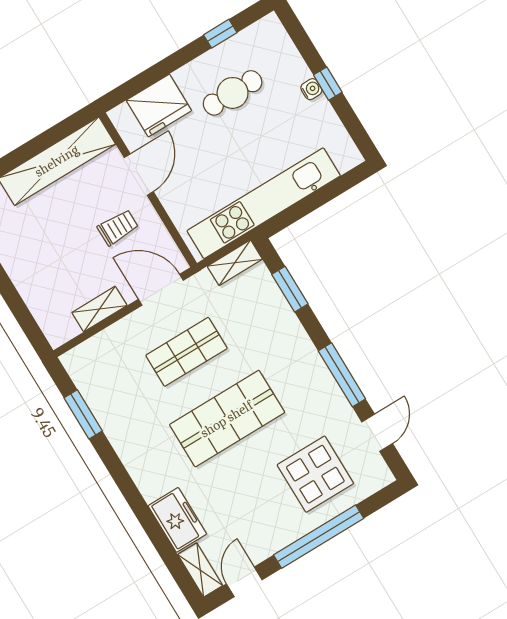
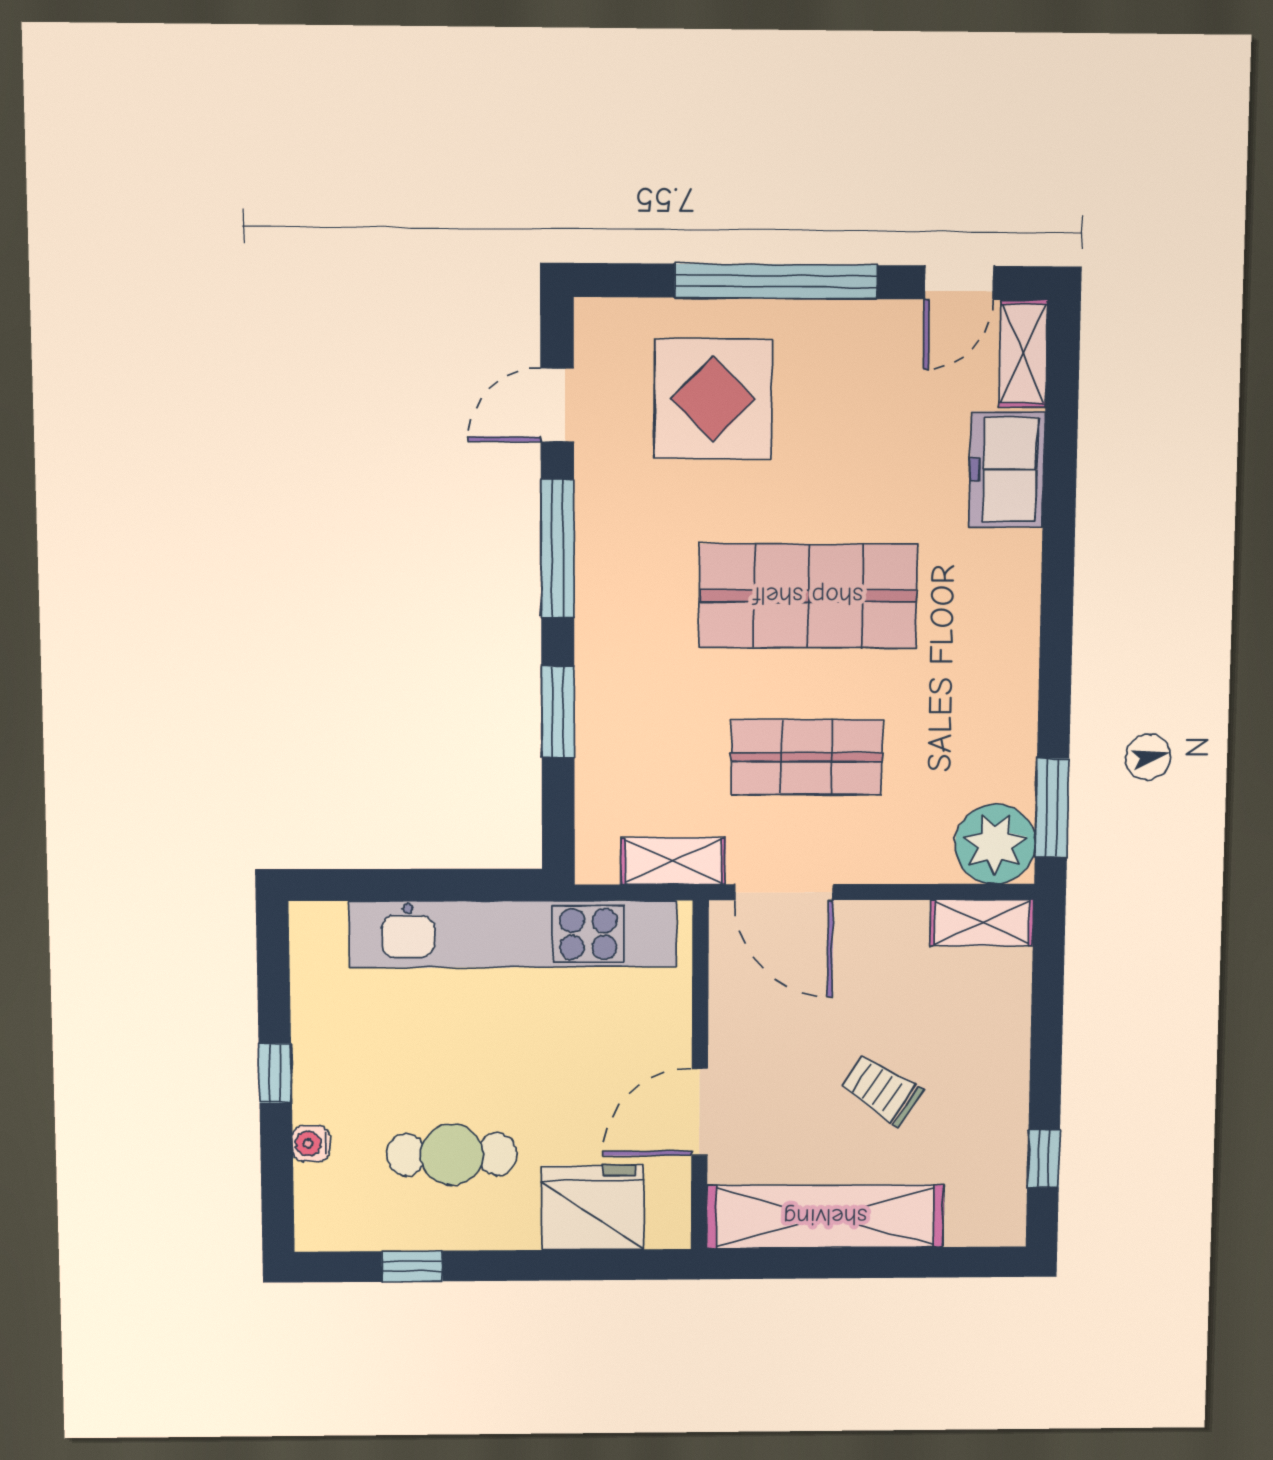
water cooler: (311, 89) -> (311, 1143), moved
trolley: (118, 227) -> (881, 1090), moved, turned 33
shelving: (235, 263) -> (673, 861), moved
window: (290, 289) -> (558, 712), moved
shelving: (99, 309) -> (982, 923), moved
plant: (85, 364) -> (995, 844), added
window: (83, 414) -> (1052, 808), moved

